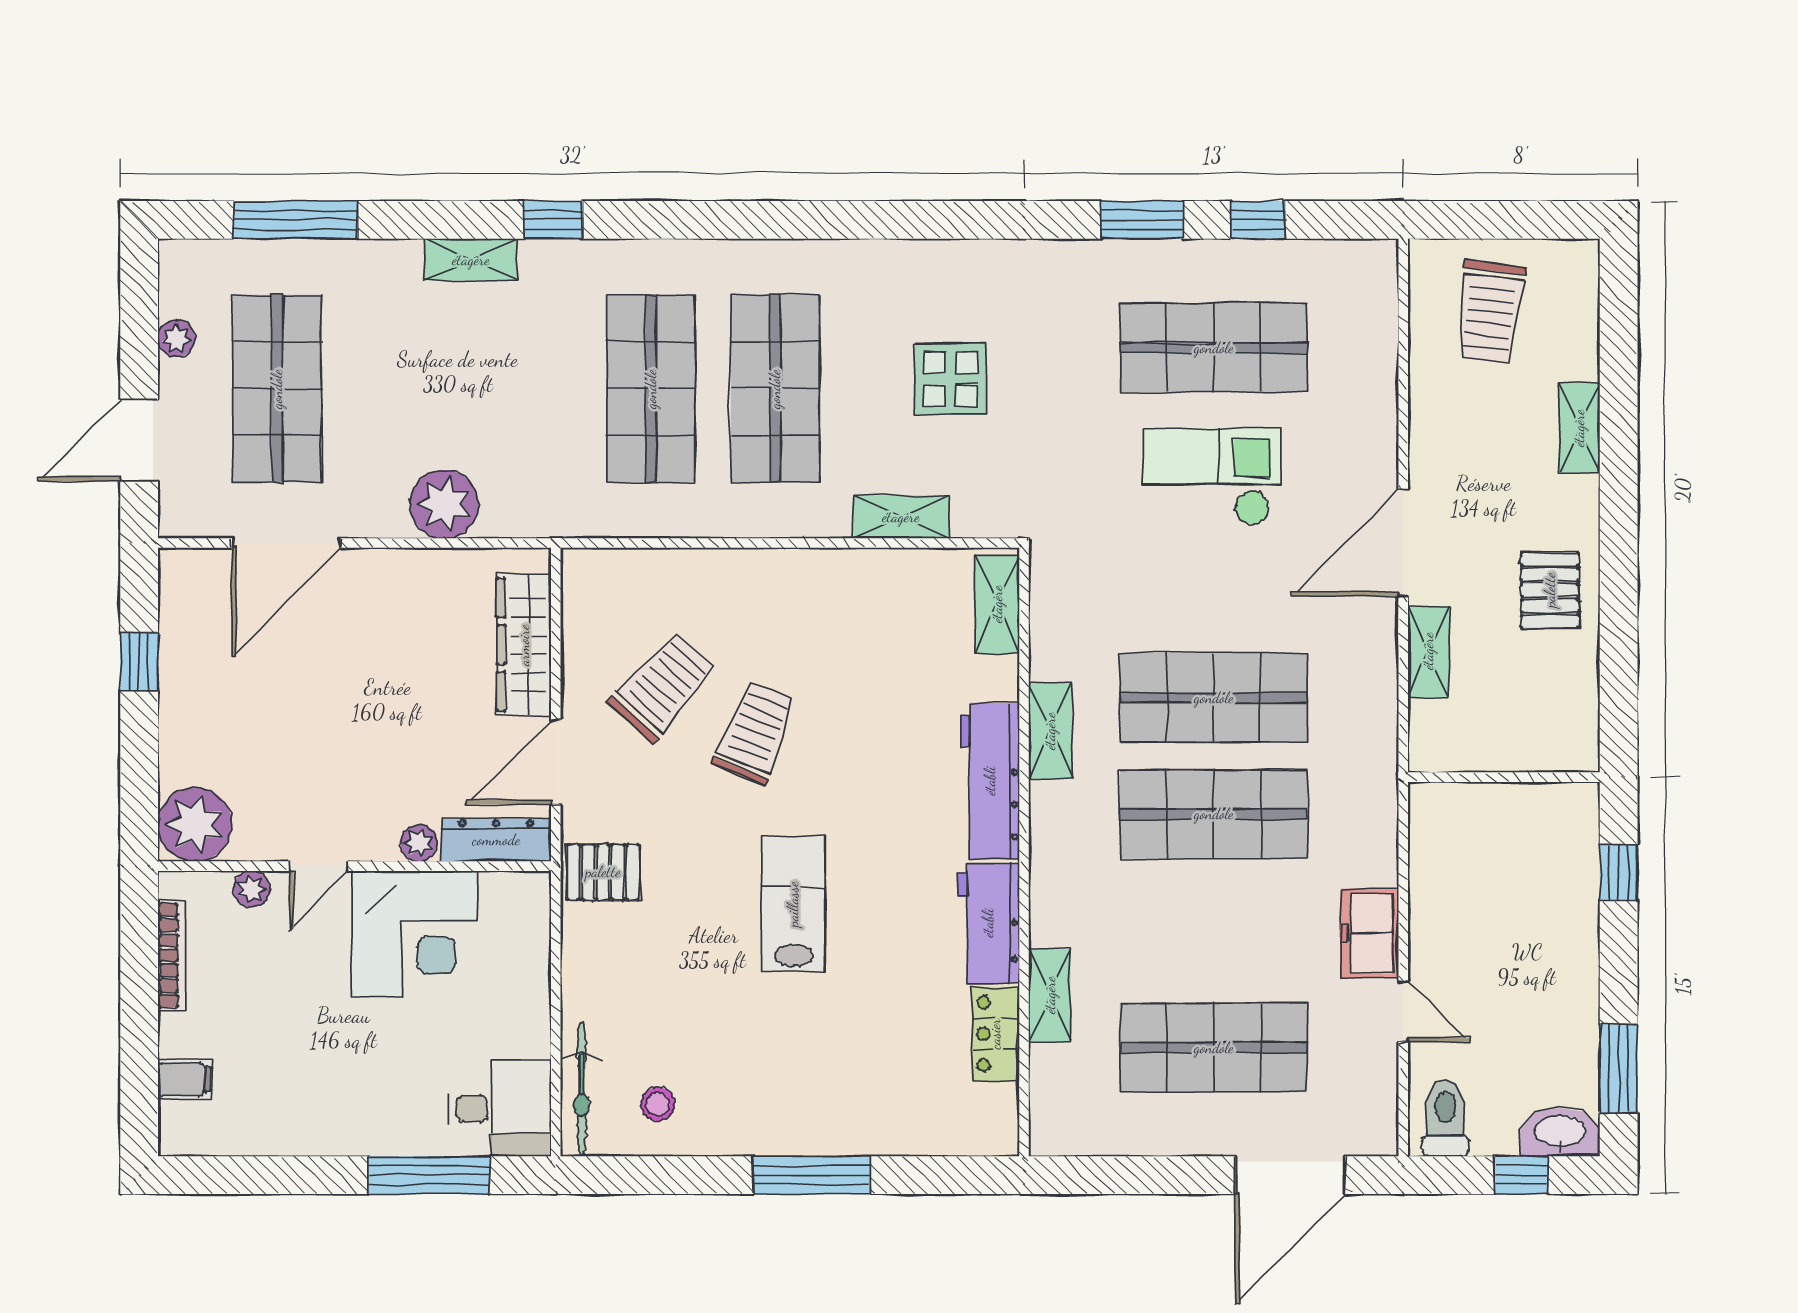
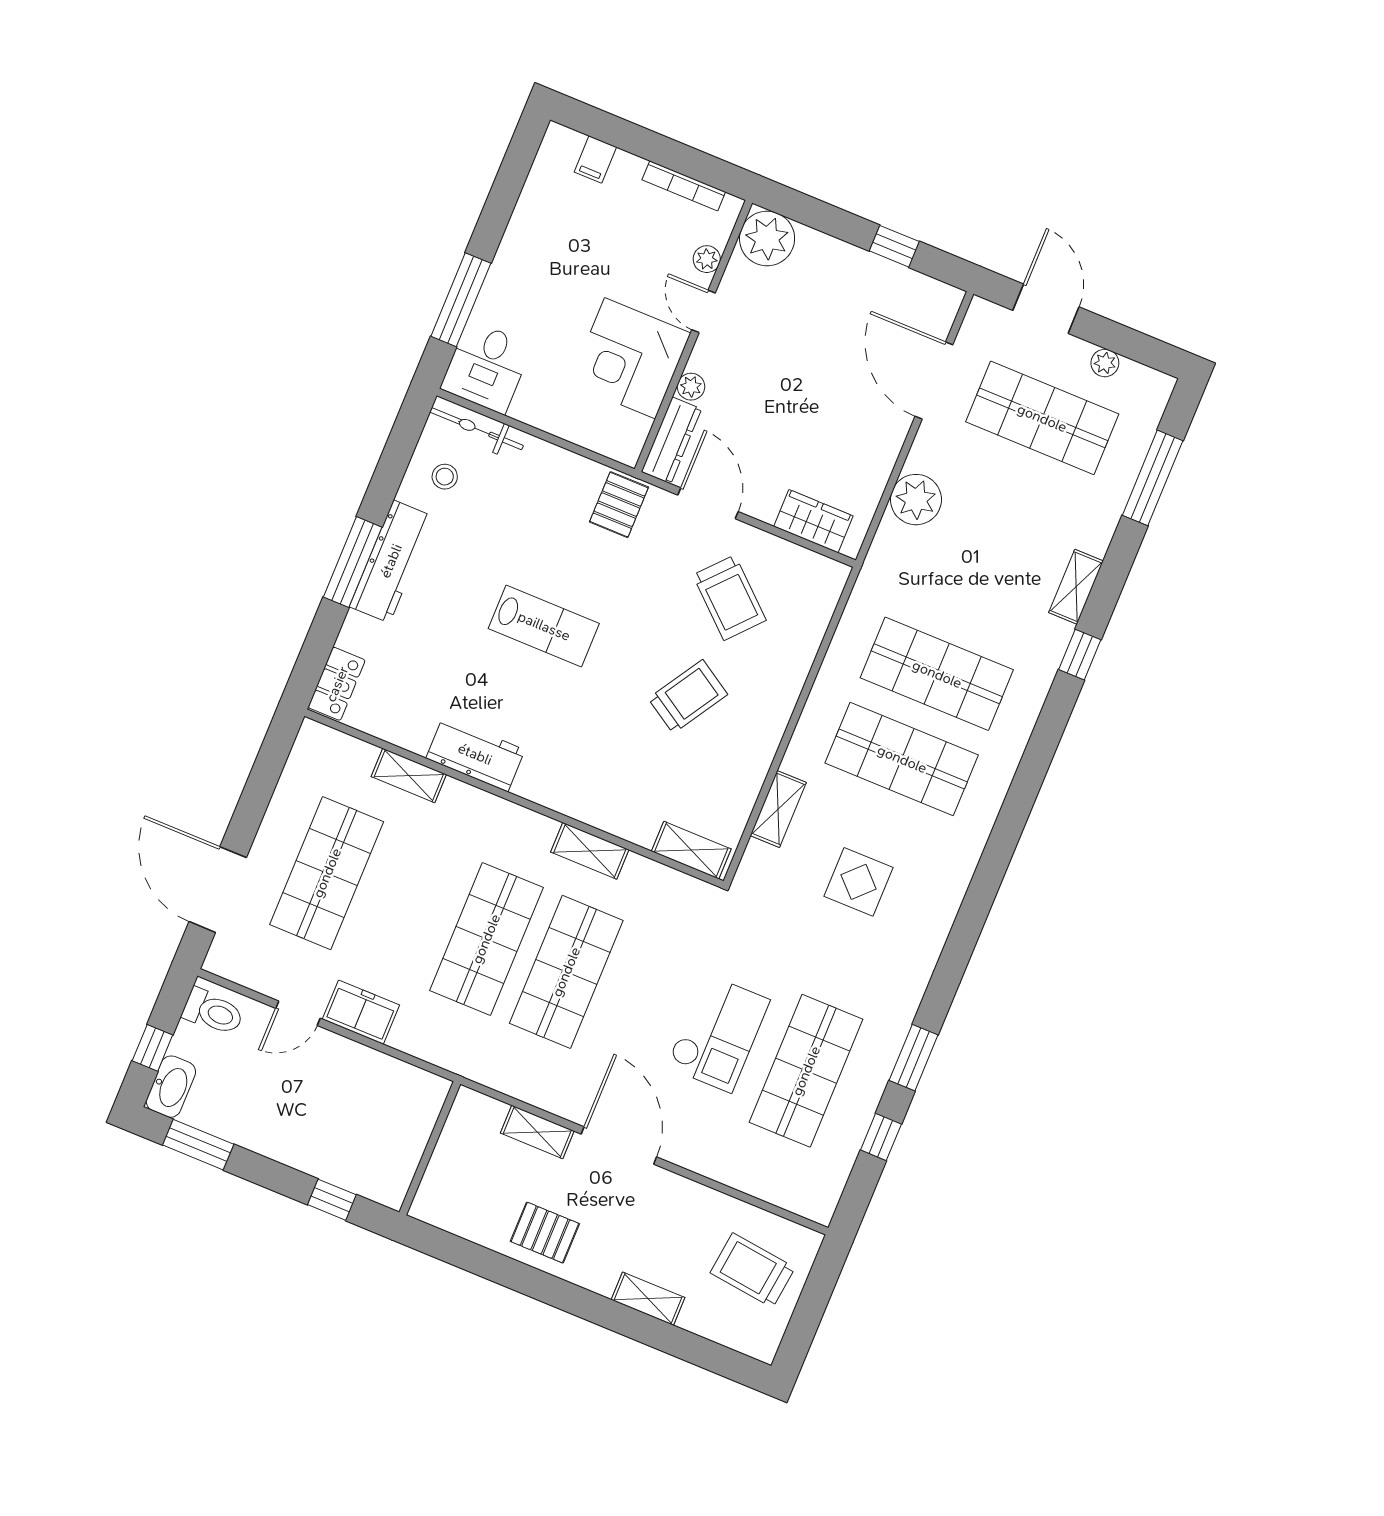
wardrobe: (524, 645) -> (813, 521), width x0.67
trolley: (755, 733) -> (688, 696), moved, turned -80
workbench: (990, 781) -> (391, 561), moved, turned 90
locker: (995, 1034) -> (337, 684), moved, turned 90

